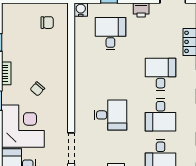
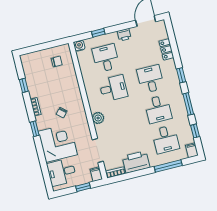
plant: (82, 107) -> (98, 118), added
desk: (110, 115) -> (113, 88), moved

